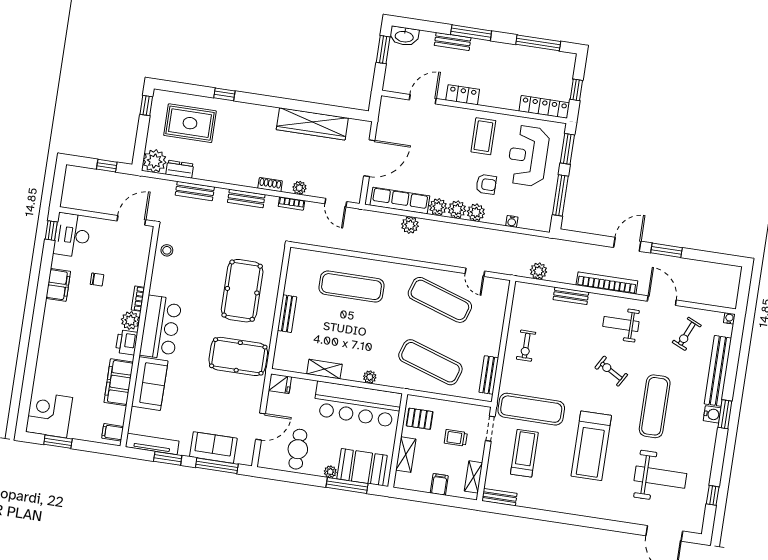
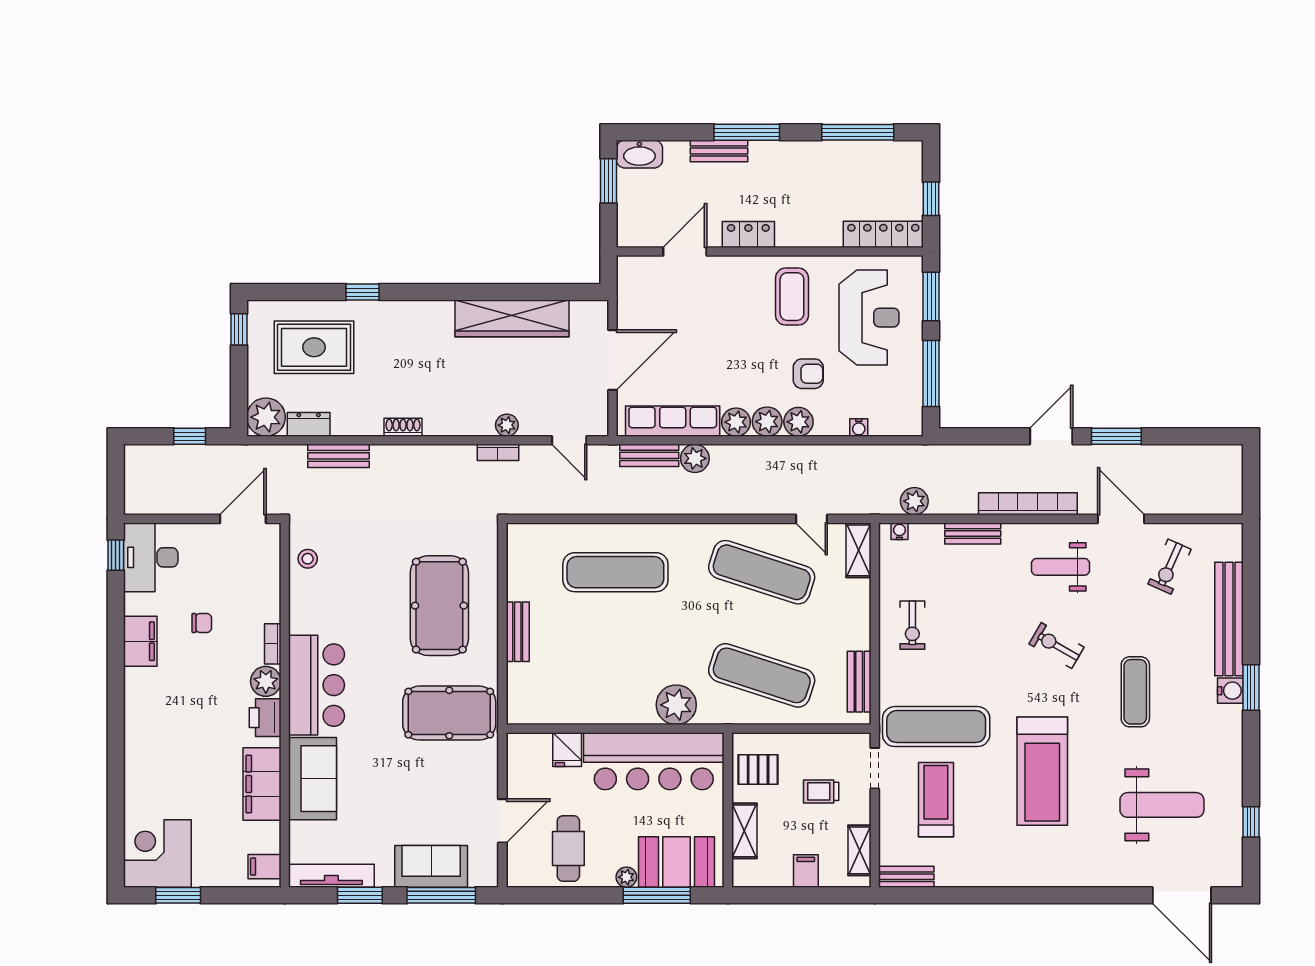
reception desk: (528, 156) -> (869, 318), turned 180
shoe rack: (270, 185) -> (403, 427), moved
bench: (246, 198) -> (649, 455), moved
water cooler: (729, 318) -> (899, 531), moved
shelving: (324, 369) -> (858, 550), moved, turned 90
plant: (370, 377) -> (676, 705), width x1.88, depth x1.88
fridge: (280, 384) -> (567, 750), moved, turned 90
exercise mat: (655, 406) -> (1135, 692), width x0.73, depth x0.69

